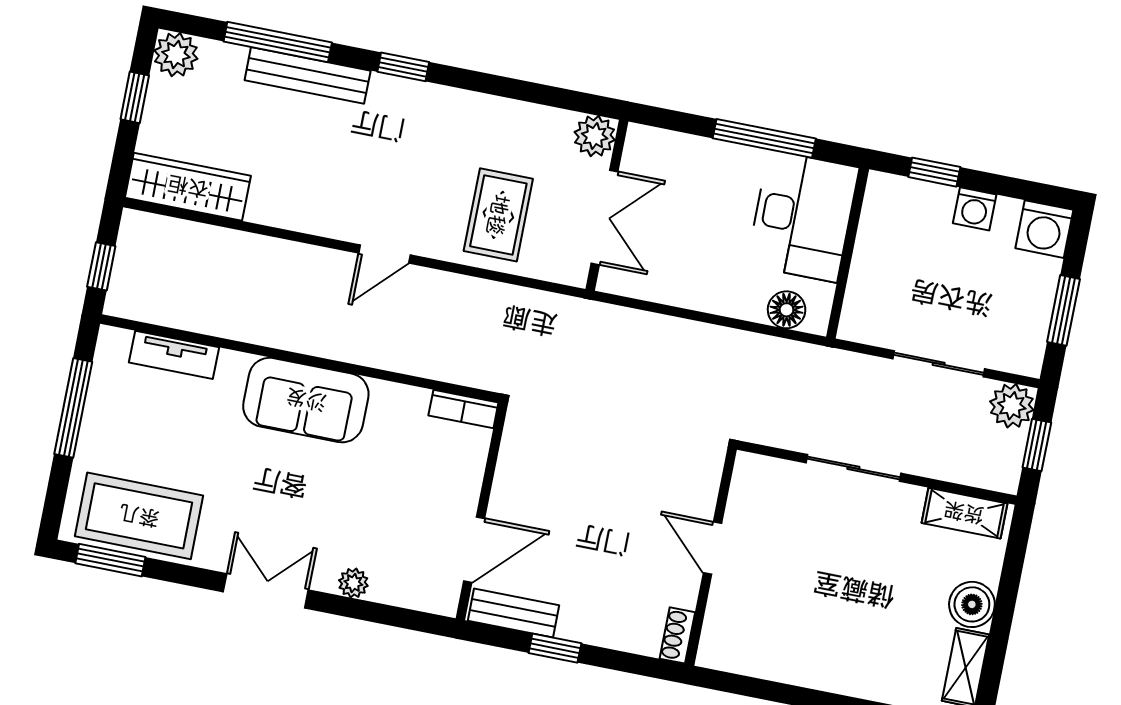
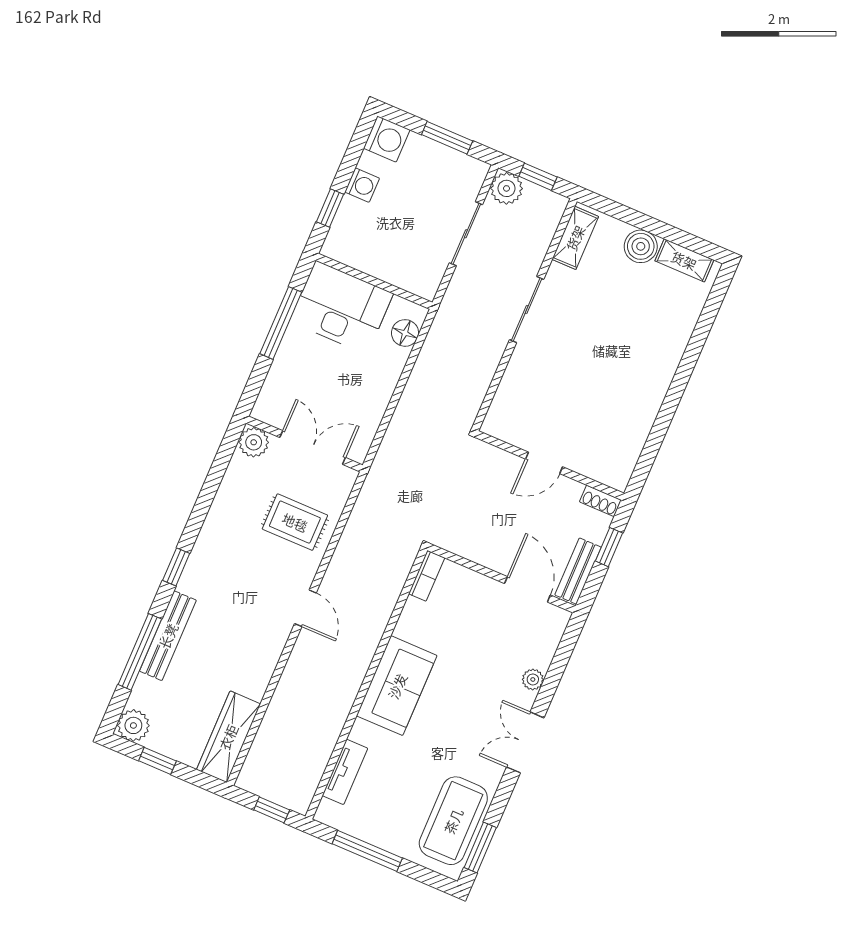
door: (713, 548) -> (544, 463), moved
wall: (711, 557) -> (550, 465), moved
shoe rack: (677, 635) -> (600, 501), moved

